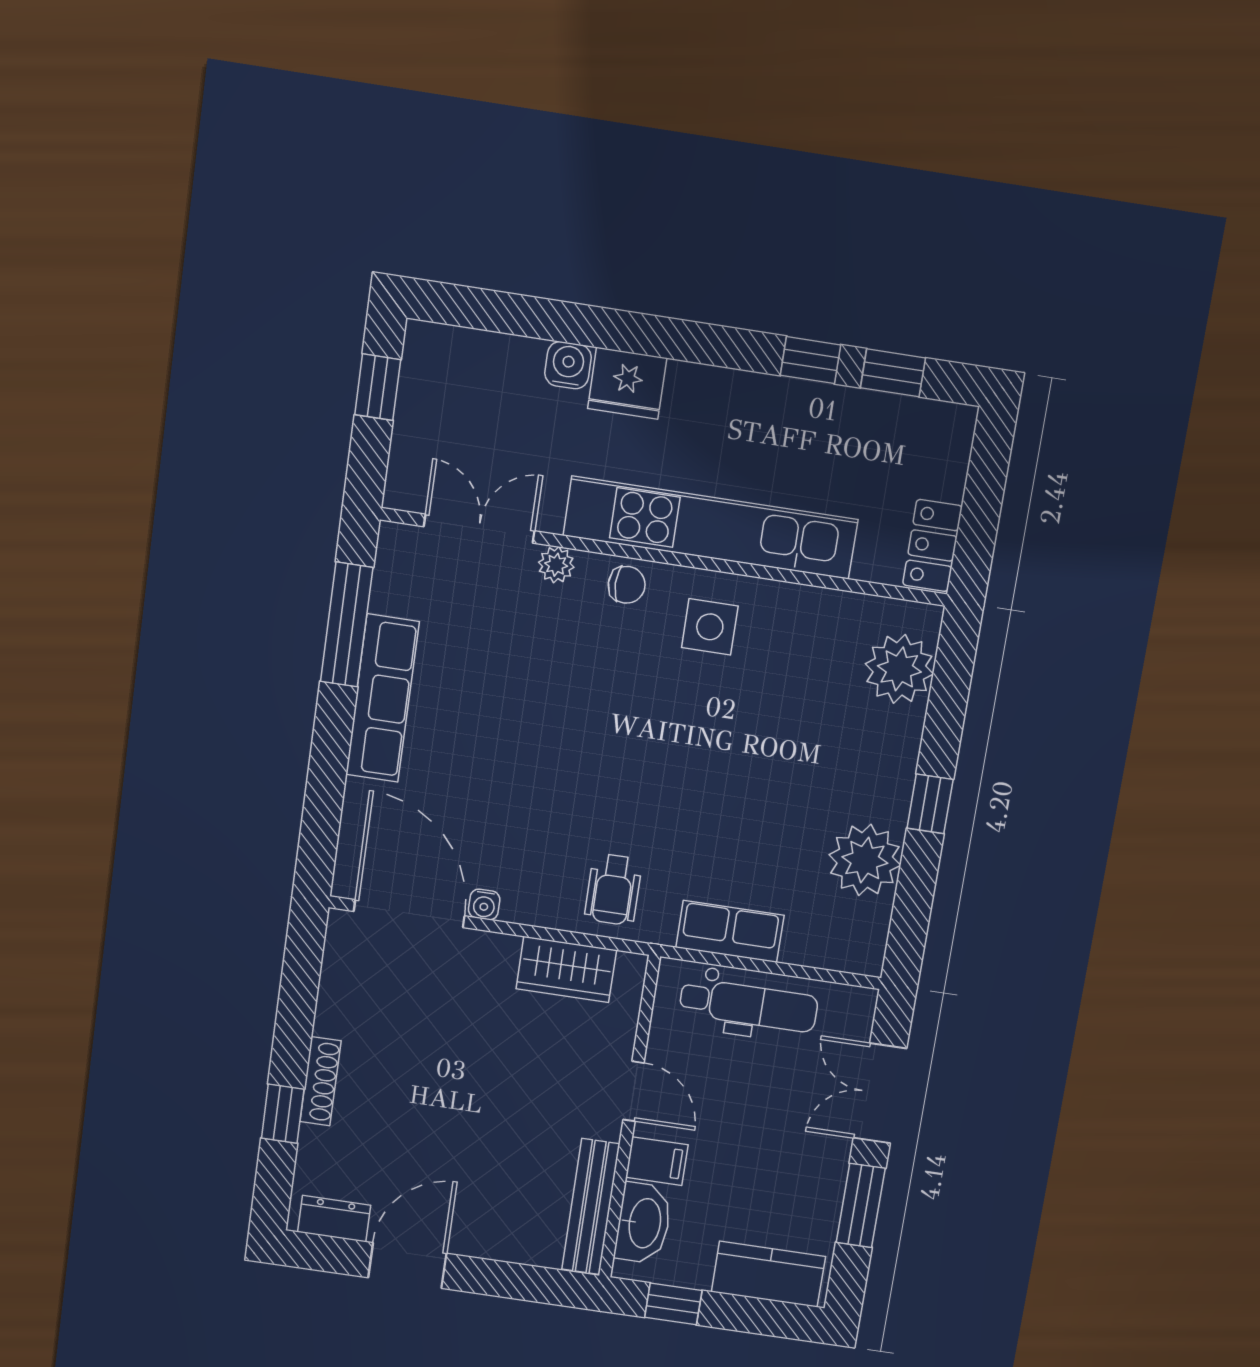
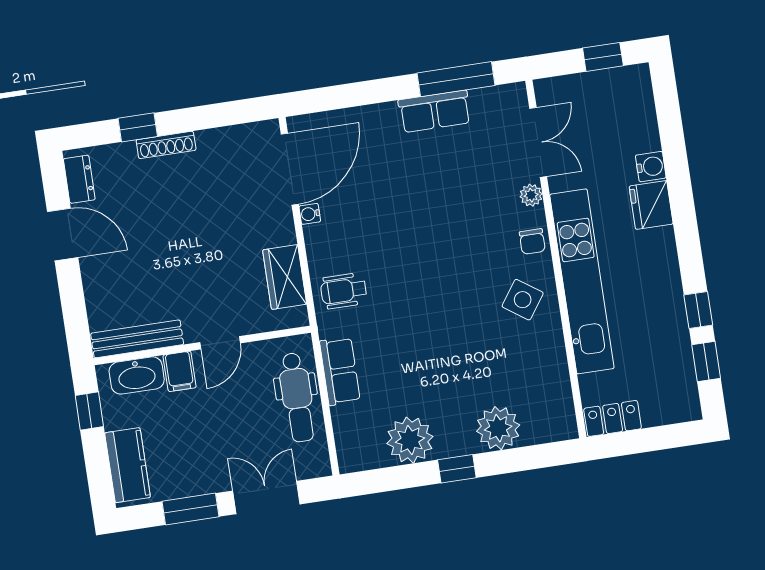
side table: (710, 627) -> (523, 300), turned 35
plant: (899, 669) -> (498, 428), moved
row of seats: (382, 698) -> (435, 111), width x0.68

